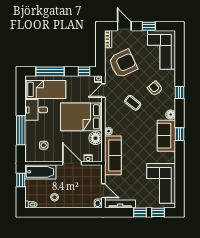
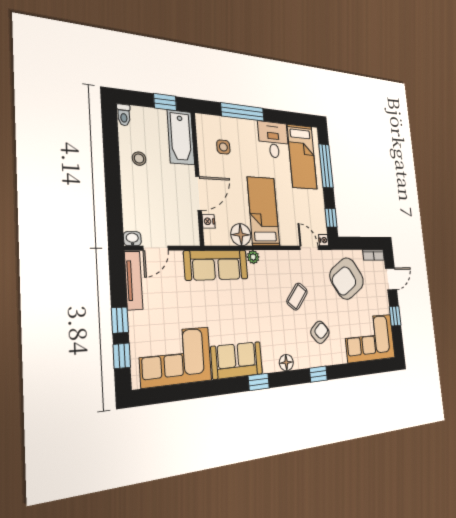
armchair: (123, 64) -> (347, 279), turned 82
bed: (81, 117) -> (263, 211), width x0.67
sofa: (166, 136) -> (237, 360), moved

